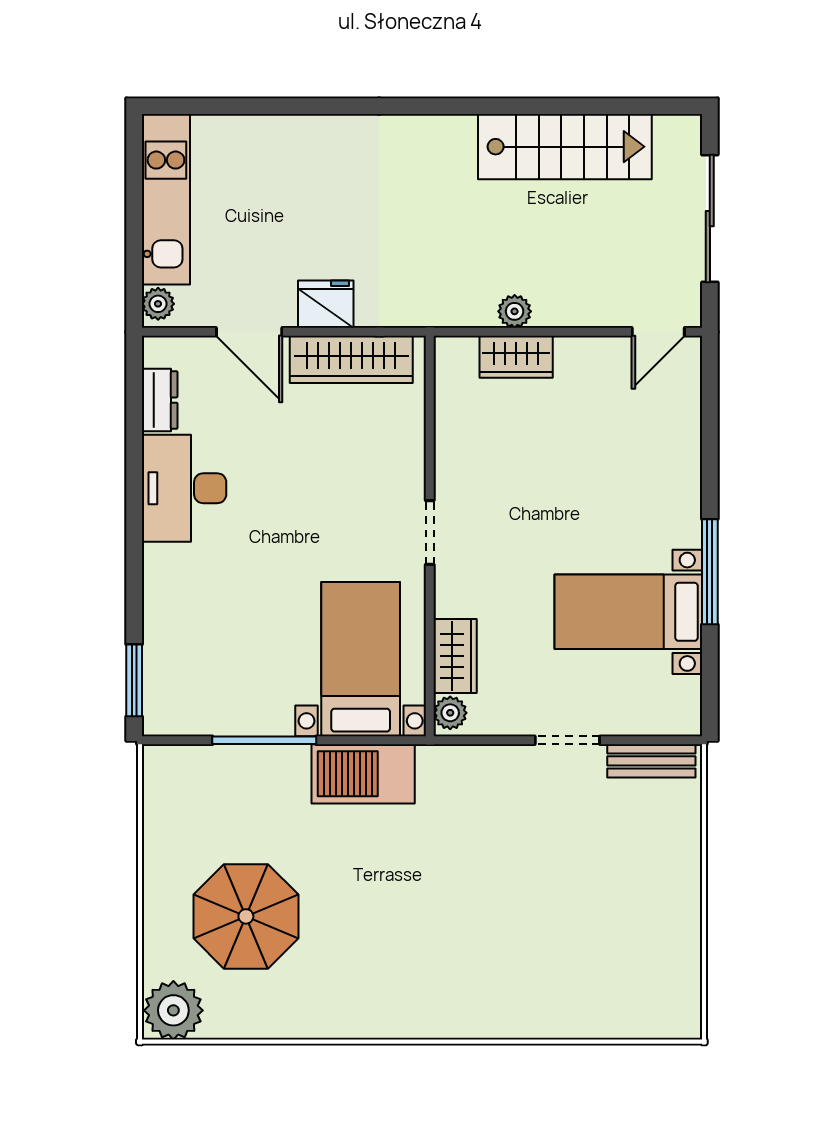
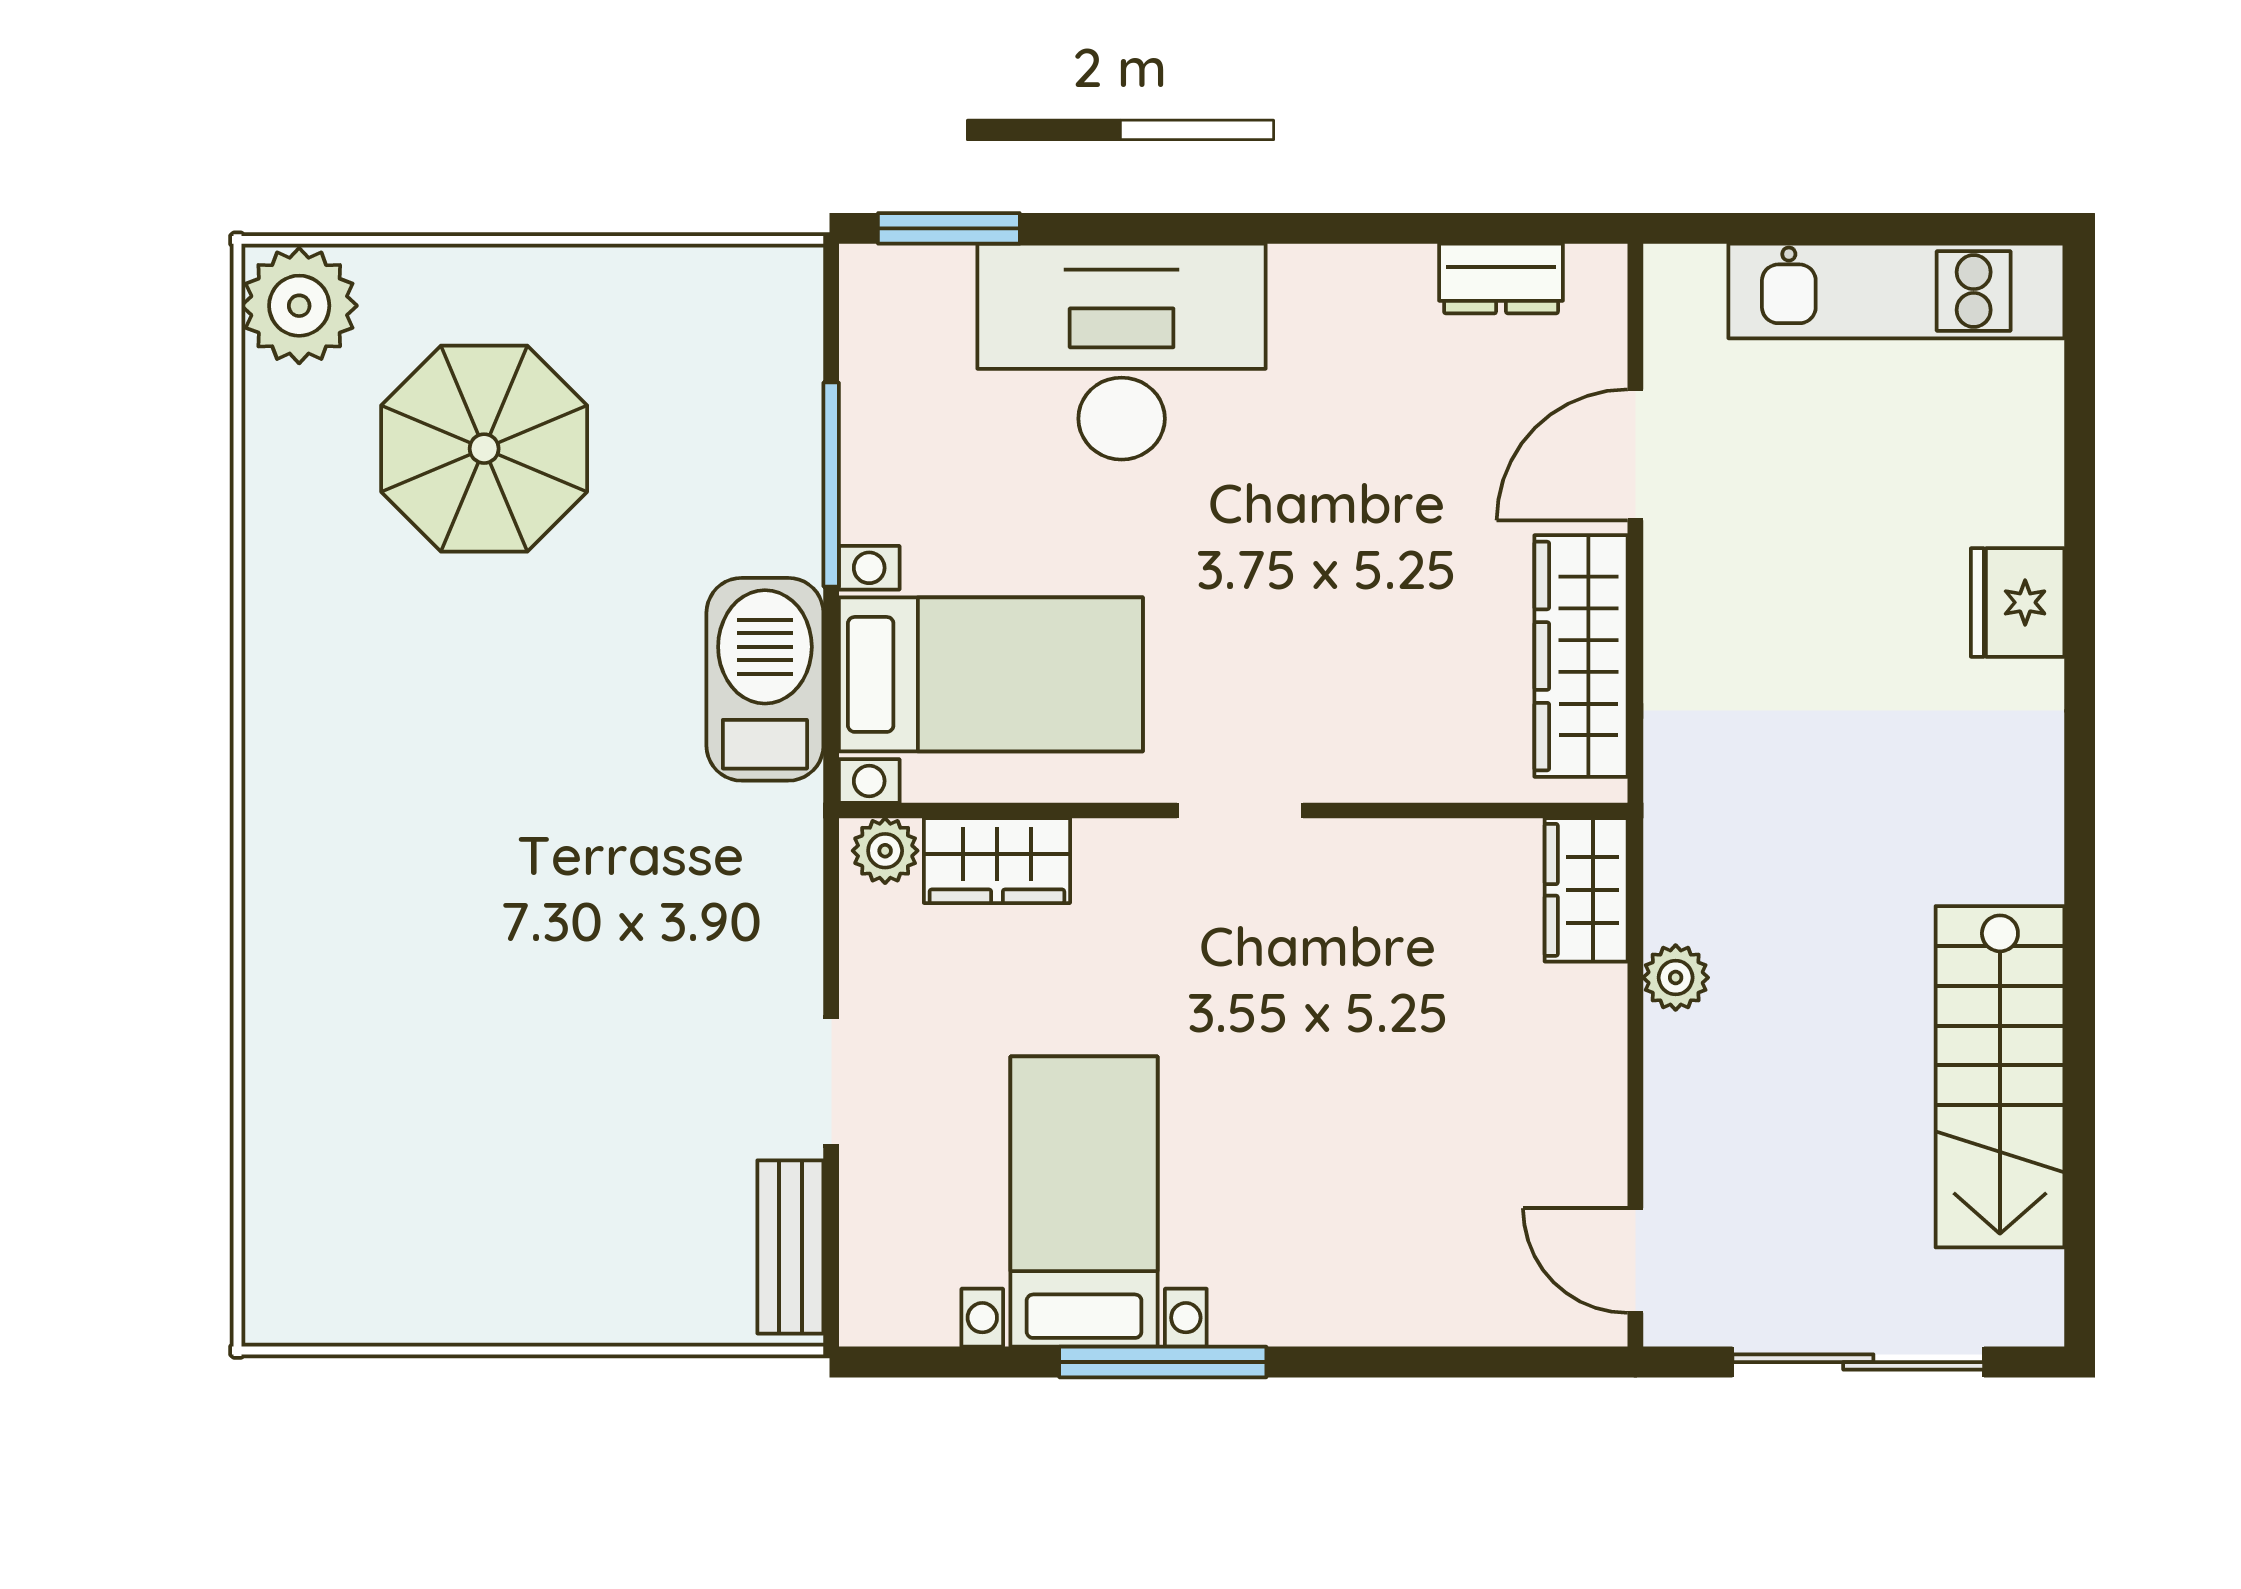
plant: (158, 304) -> (1691, 275), removed
fridge: (326, 304) -> (2018, 602), moved, turned 180
wardrobe: (516, 357) -> (1586, 890), moved
desk: (184, 488) -> (1122, 352), moved, width x1.36, depth x1.30

